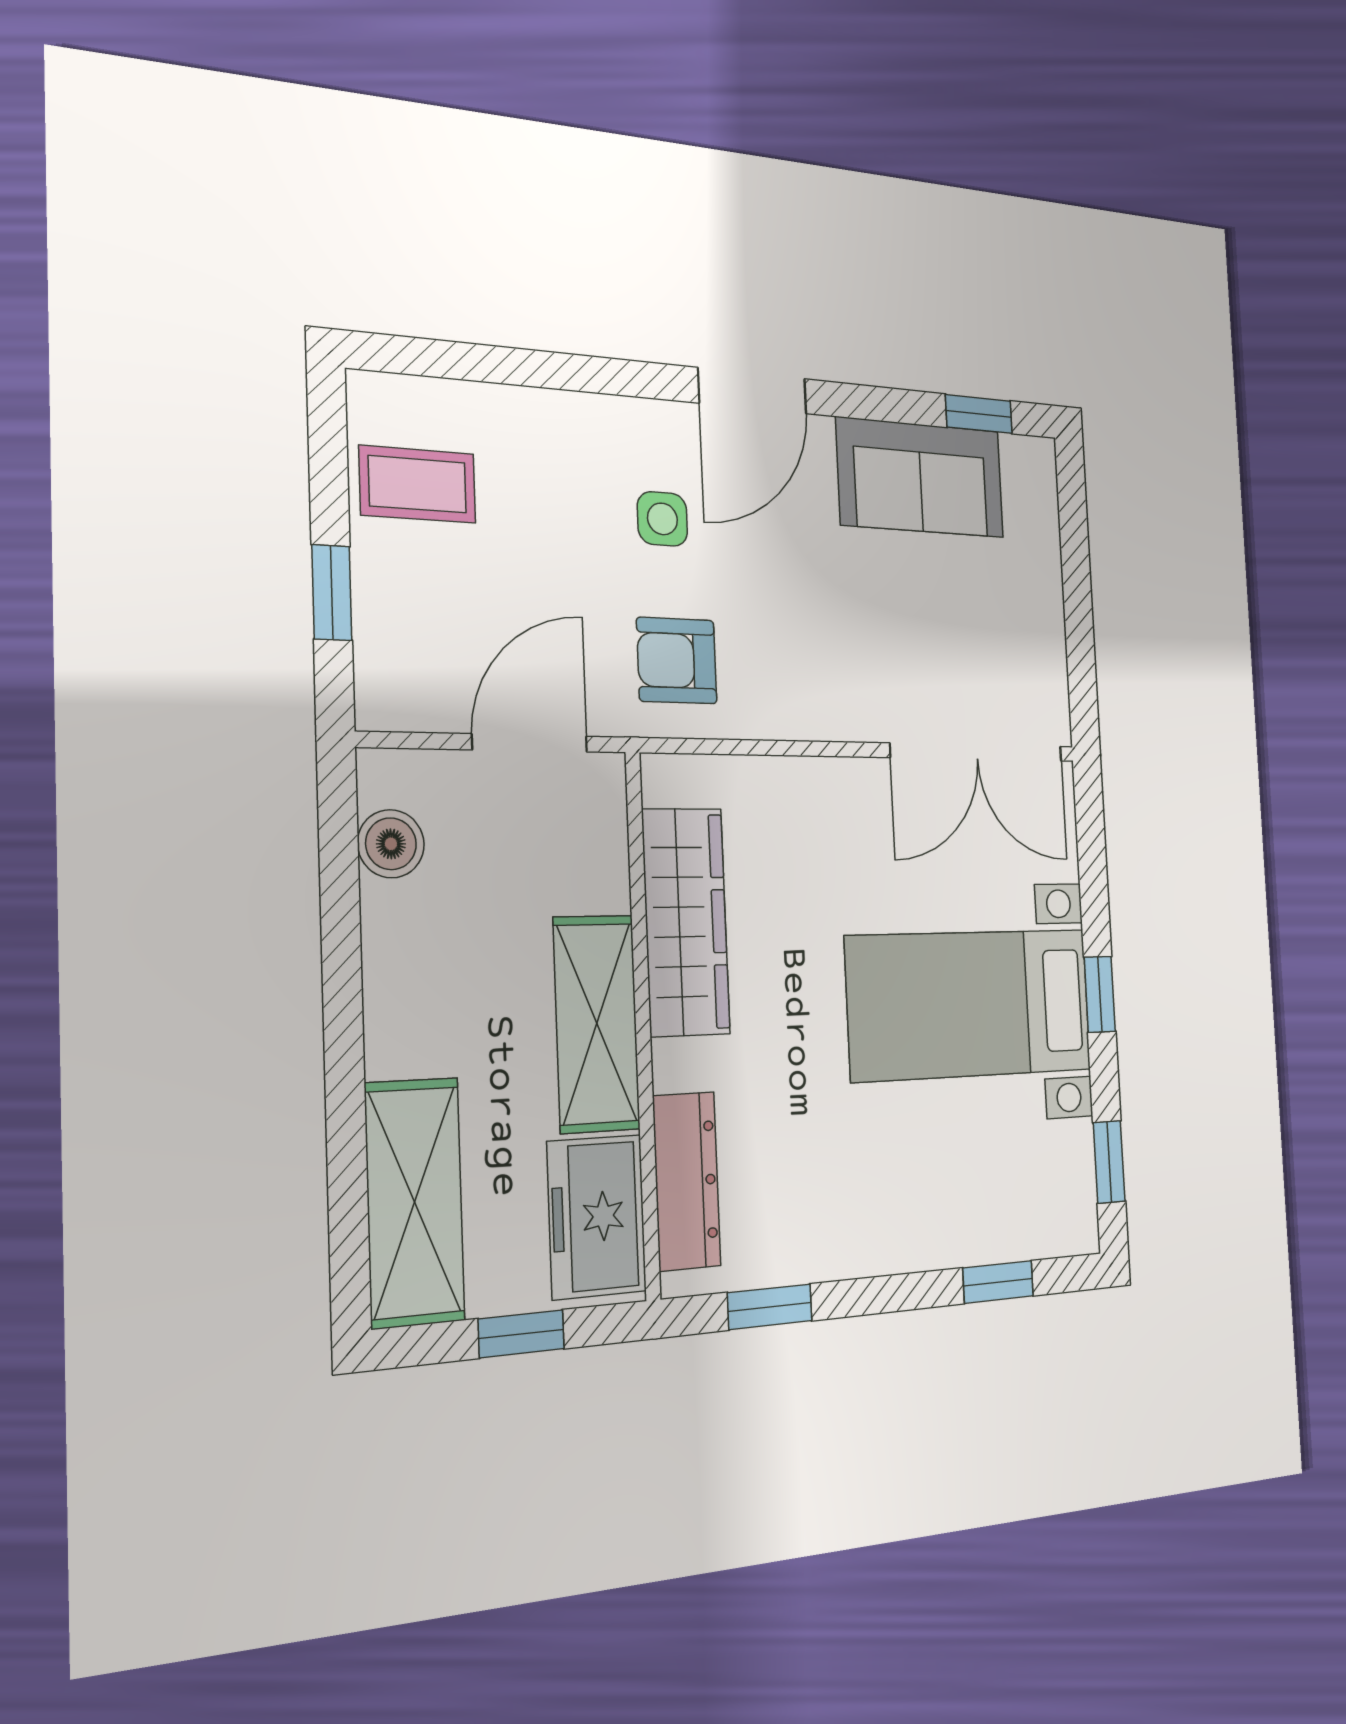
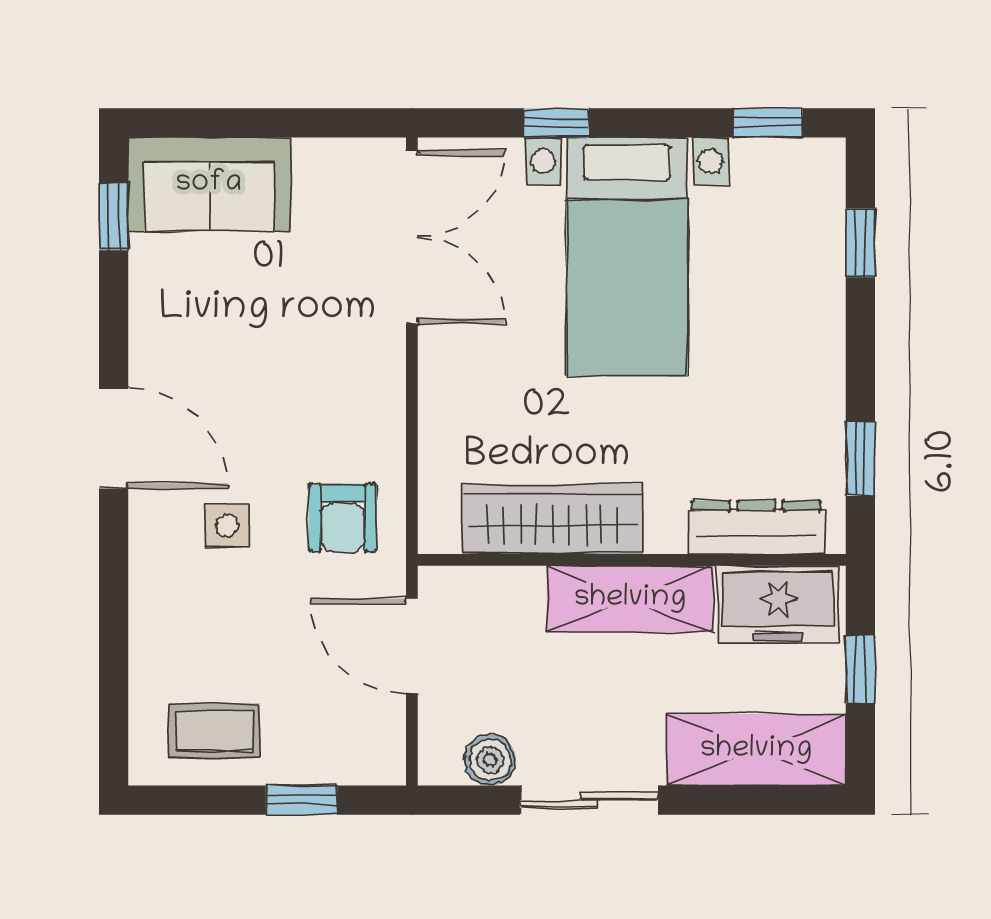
sofa: (921, 478) -> (209, 184), moved, turned 90
coffee table: (418, 484) -> (214, 731), turned 90
sliding door: (342, 978) -> (589, 800), added
window: (1100, 994) -> (556, 123), moved

